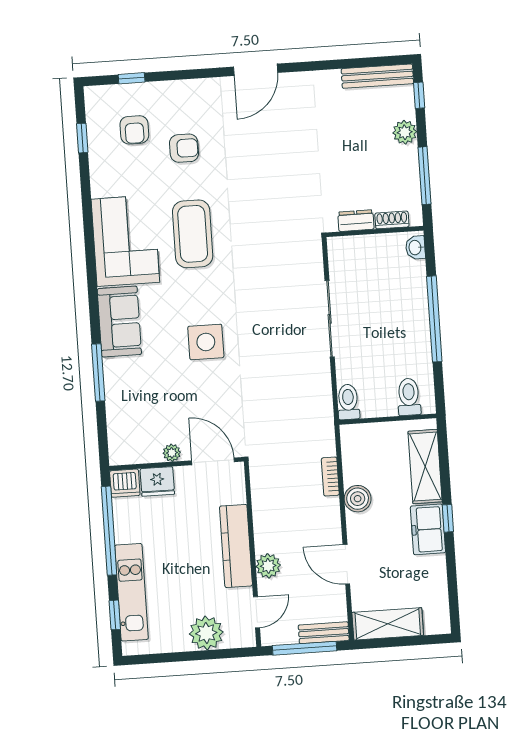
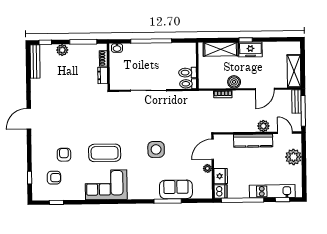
door: (256, 70) -> (29, 119), swing flipped
sofa: (119, 322) -> (176, 189), moved
toilet: (409, 397) -> (188, 73), moved

